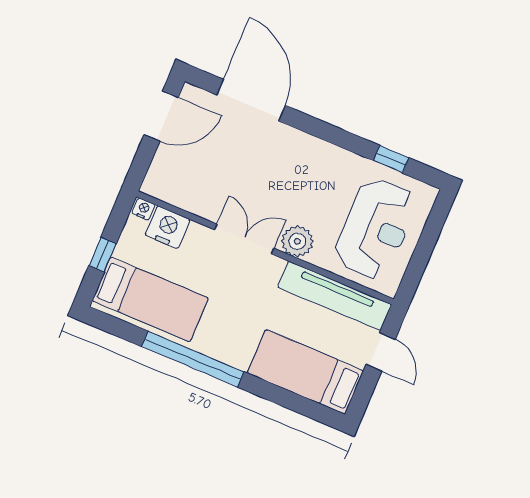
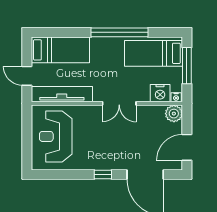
window: (391, 159) -> (103, 175), moved
plant: (297, 241) -> (174, 114), moved
window: (103, 255) -> (187, 66), width x2.17

